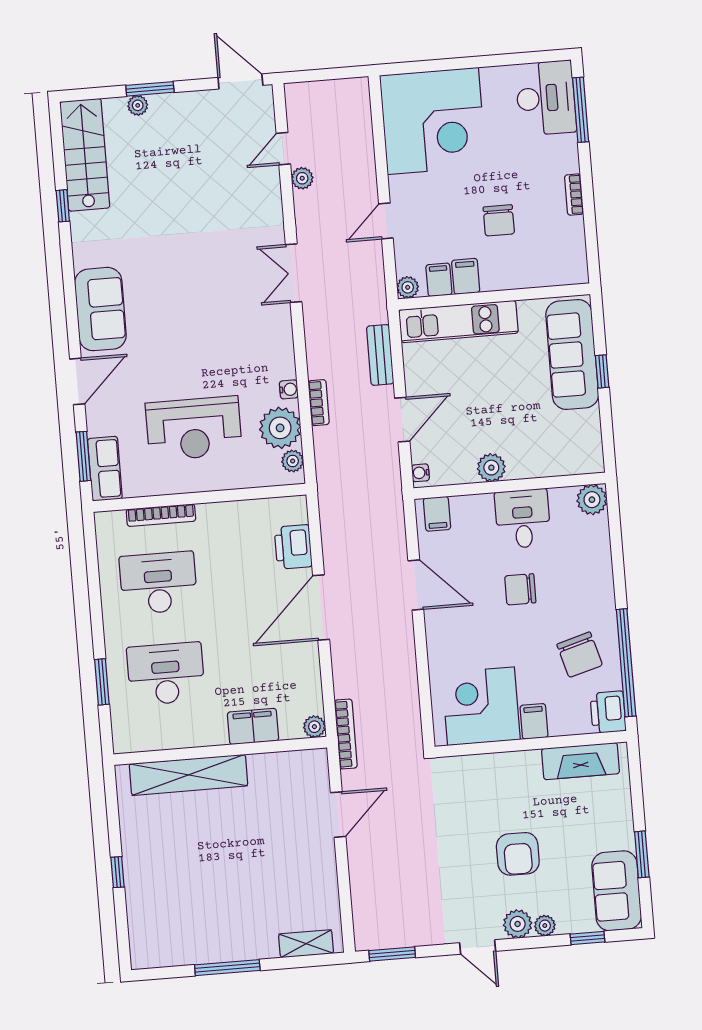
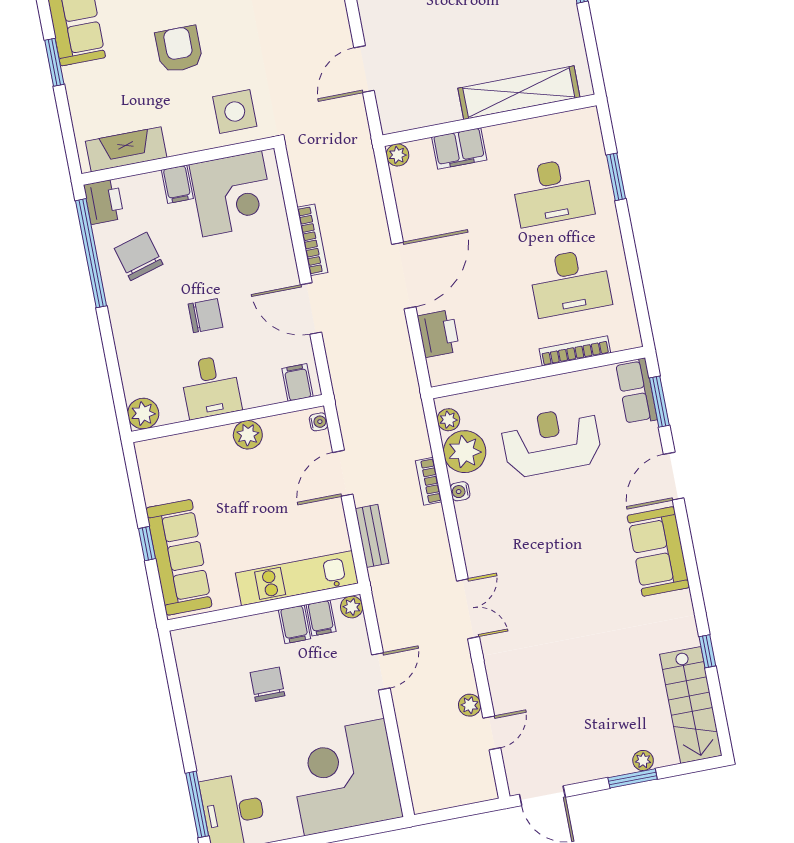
bookcase: (574, 195) -> (194, 718), removed
bookcase: (346, 734) -> (312, 240), moved, turned 180
side table: (470, 787) -> (235, 111), added

